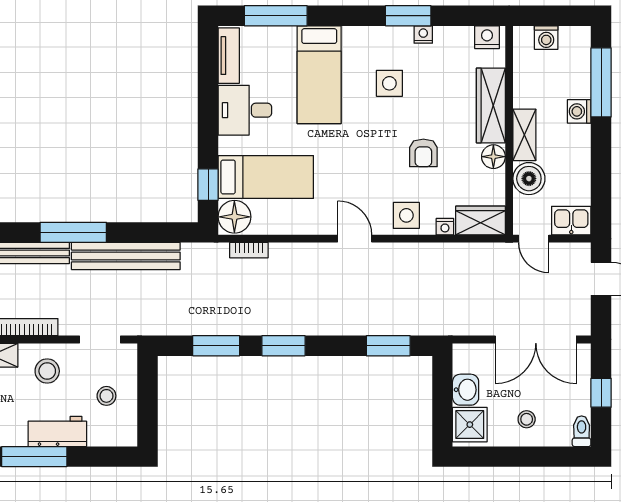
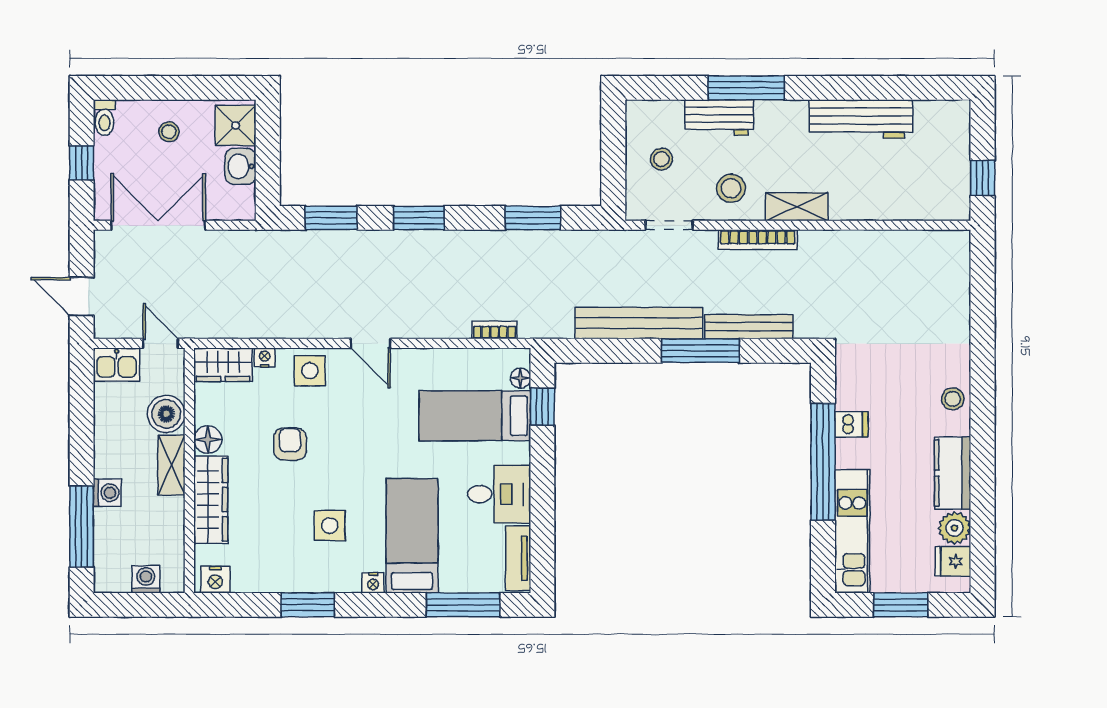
nightstand: (423, 35) -> (373, 583), moved
floor lamp: (234, 217) -> (520, 378), width x0.53, depth x0.53
window: (283, 346) -> (419, 218), moved

